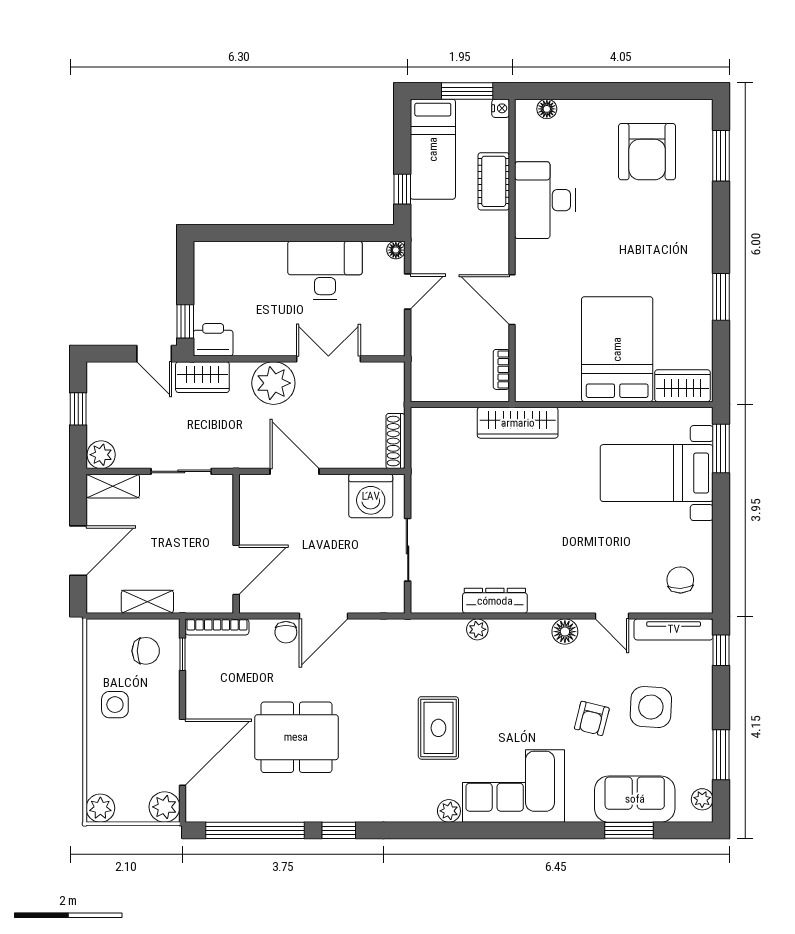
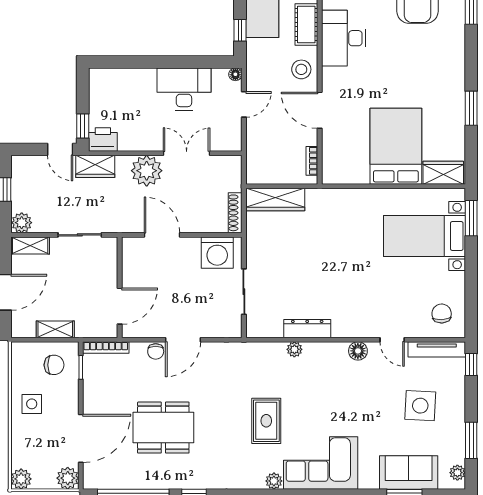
stool: (487, 243) -> (301, 69), added
wardrobe: (518, 423) -> (276, 200), moved
armchair: (592, 718) -> (377, 414), removed

